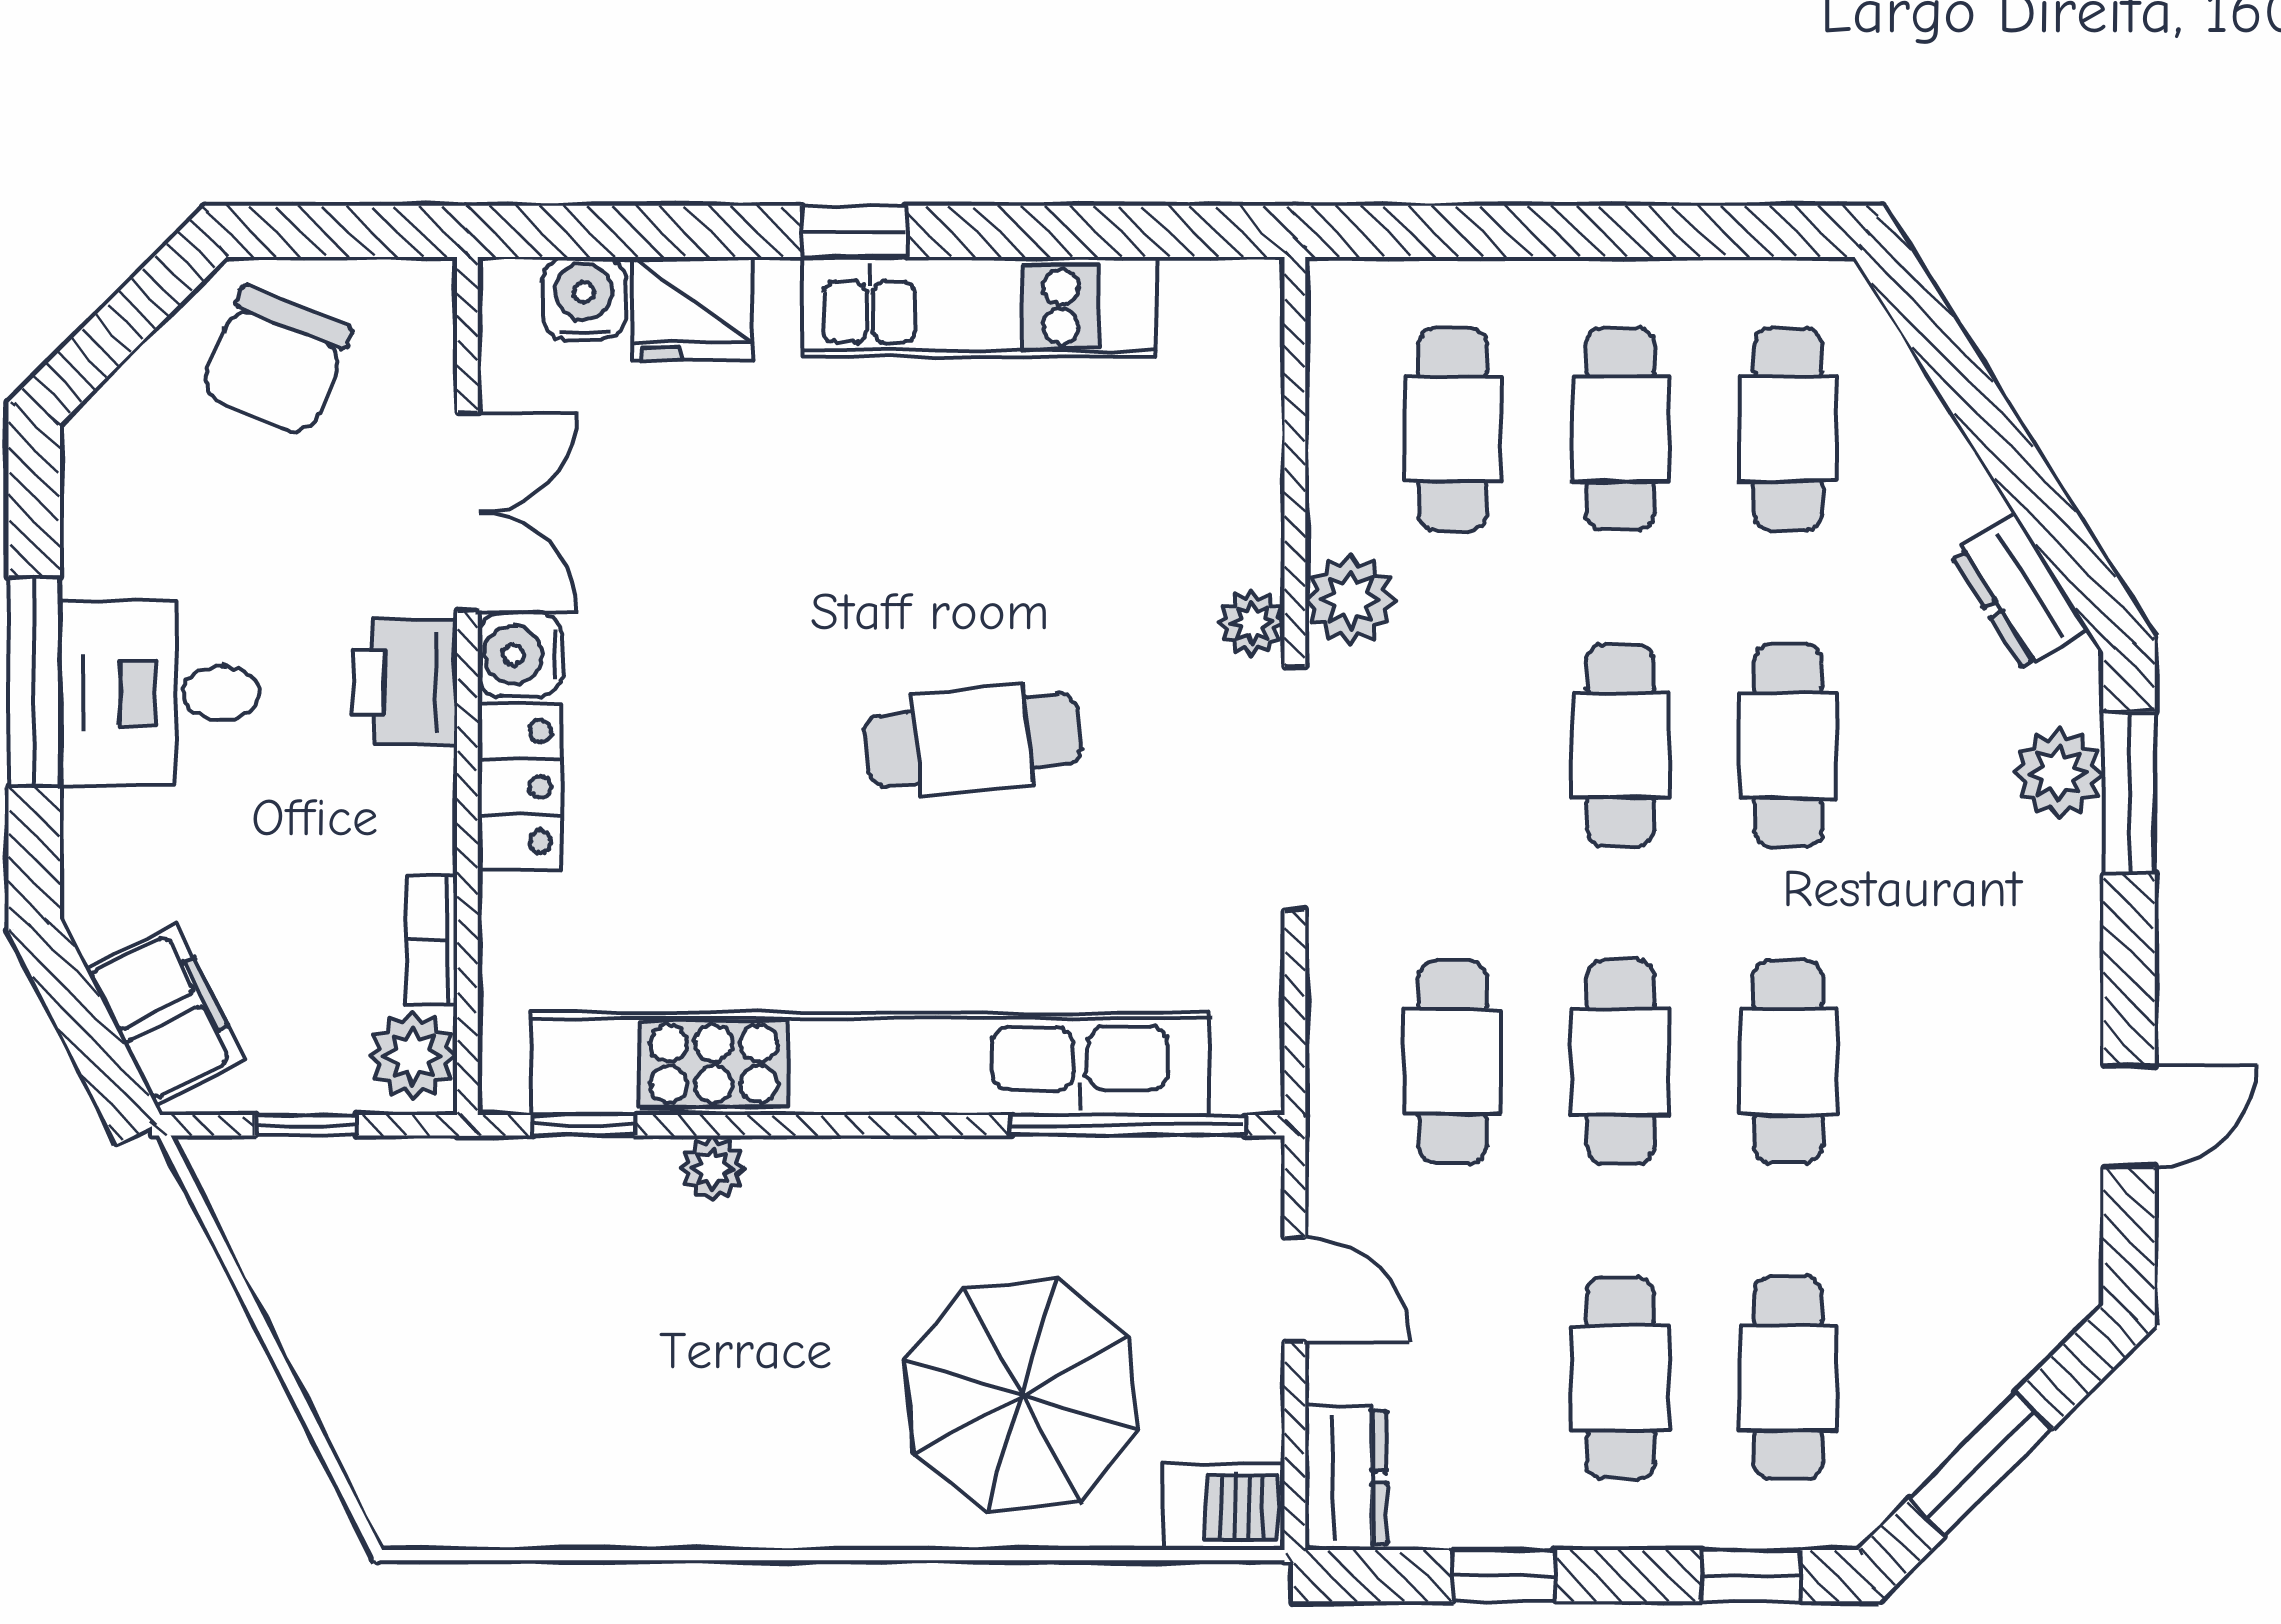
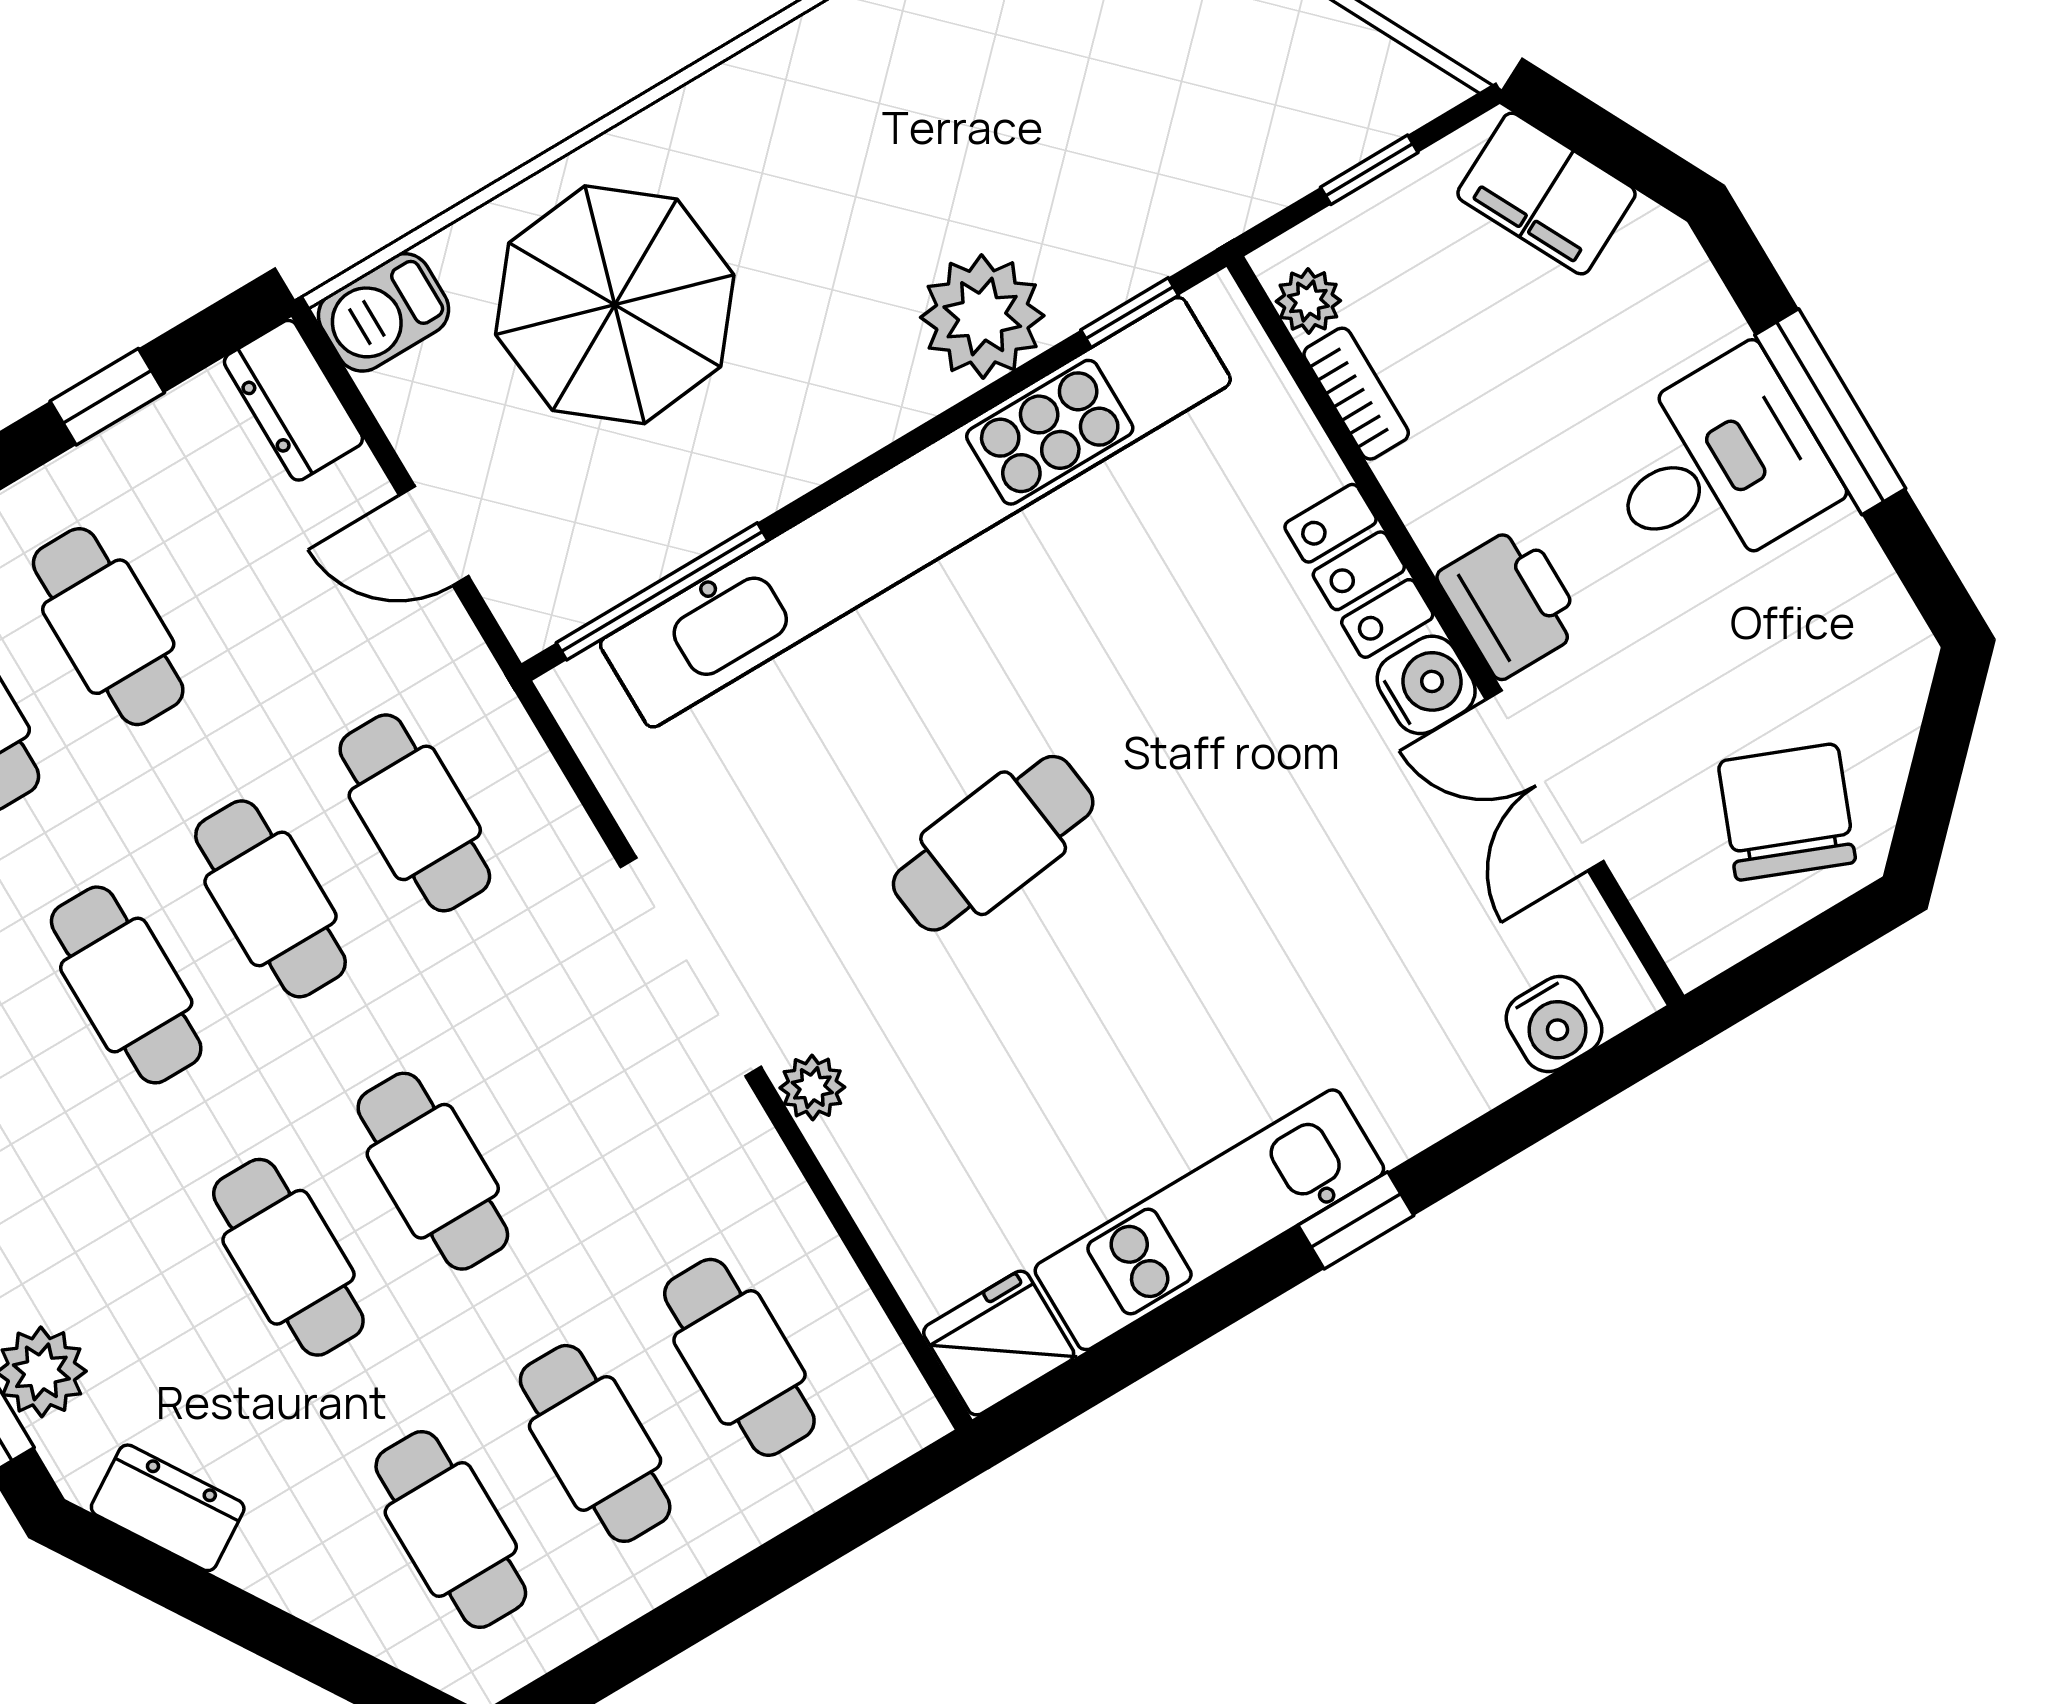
fridge: (692, 309) -> (999, 1343), moved
plant: (1350, 600) -> (740, 1158), removed
plant: (413, 1056) -> (1308, 301), width x0.73, depth x0.73
plant: (713, 1168) -> (982, 317), width x1.88, depth x1.88

